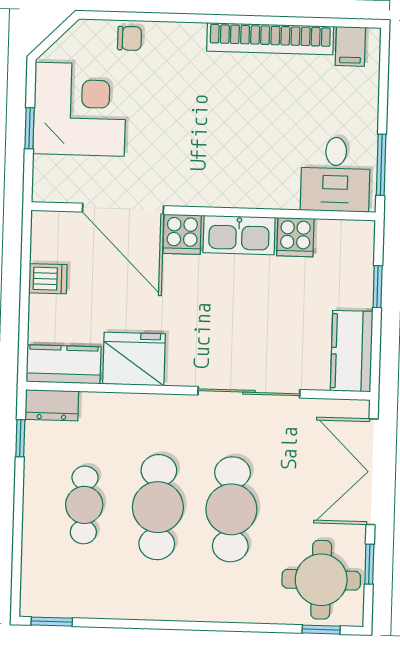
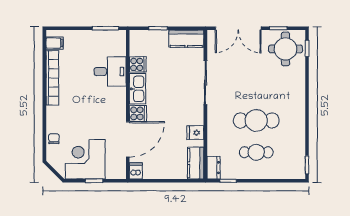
desk: (335, 174) -> (110, 72), moved
dishwasher: (48, 279) -> (136, 171), moved
fridge: (134, 359) -> (195, 133), width x0.53, depth x0.75
cafe table: (231, 509) -> (256, 89), removed

